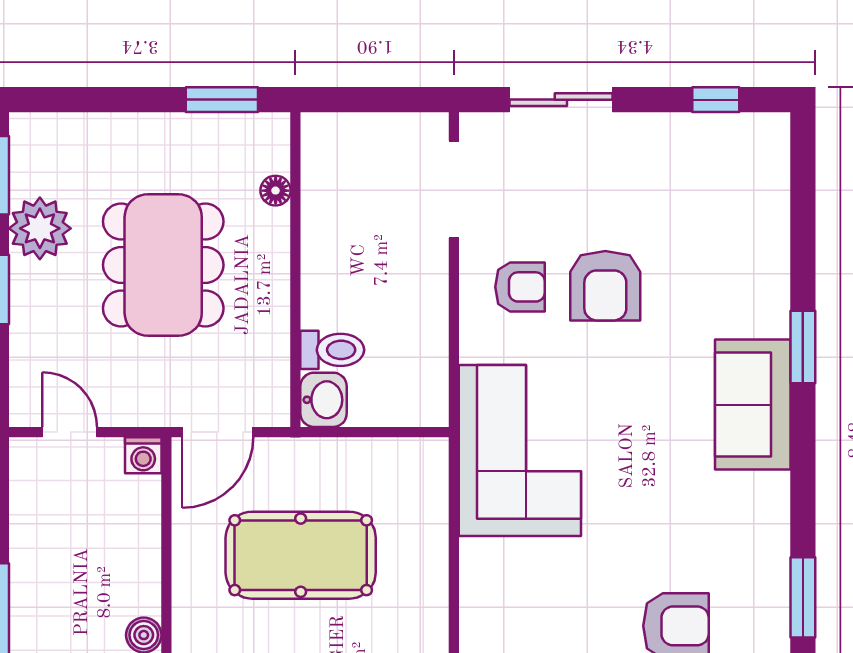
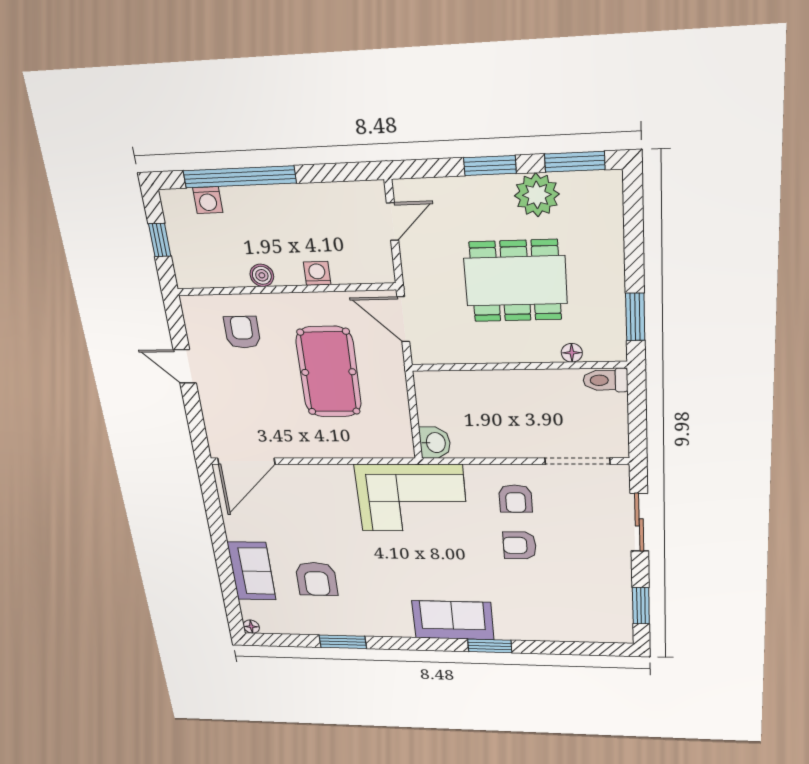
window: (716, 100) -> (641, 606), width x1.50
armchair: (605, 286) -> (520, 545), width x0.72, depth x0.72
toilet: (332, 350) -> (605, 380), moved, turned 90
washbasin: (324, 400) -> (435, 443), moved, turned -90
washing machine: (143, 455) -> (317, 273), moved, turned 90

